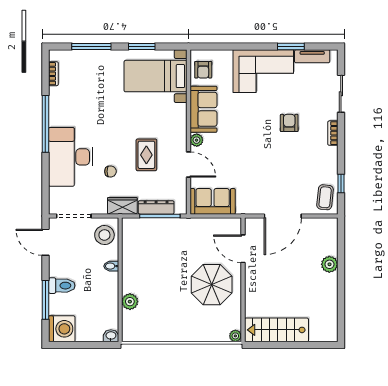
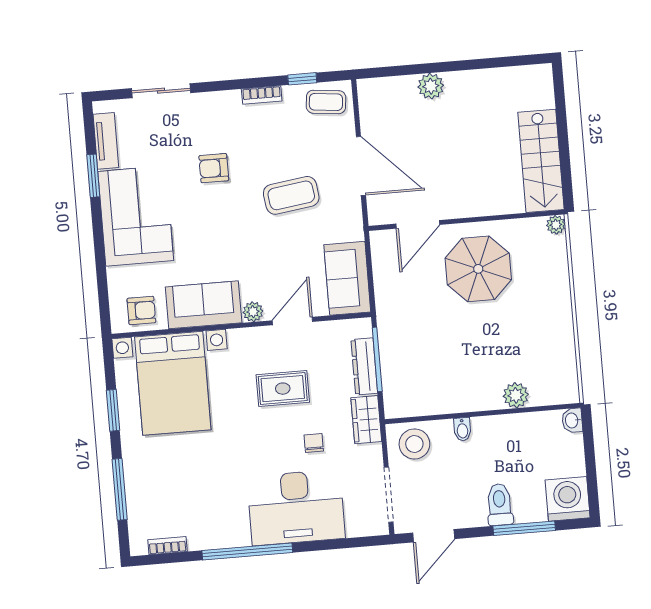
bed with nightstands: (156, 76) -> (173, 383), width x1.36
bookcase: (333, 133) -> (262, 95), moved
coffee table: (268, 170) -> (291, 195), added

